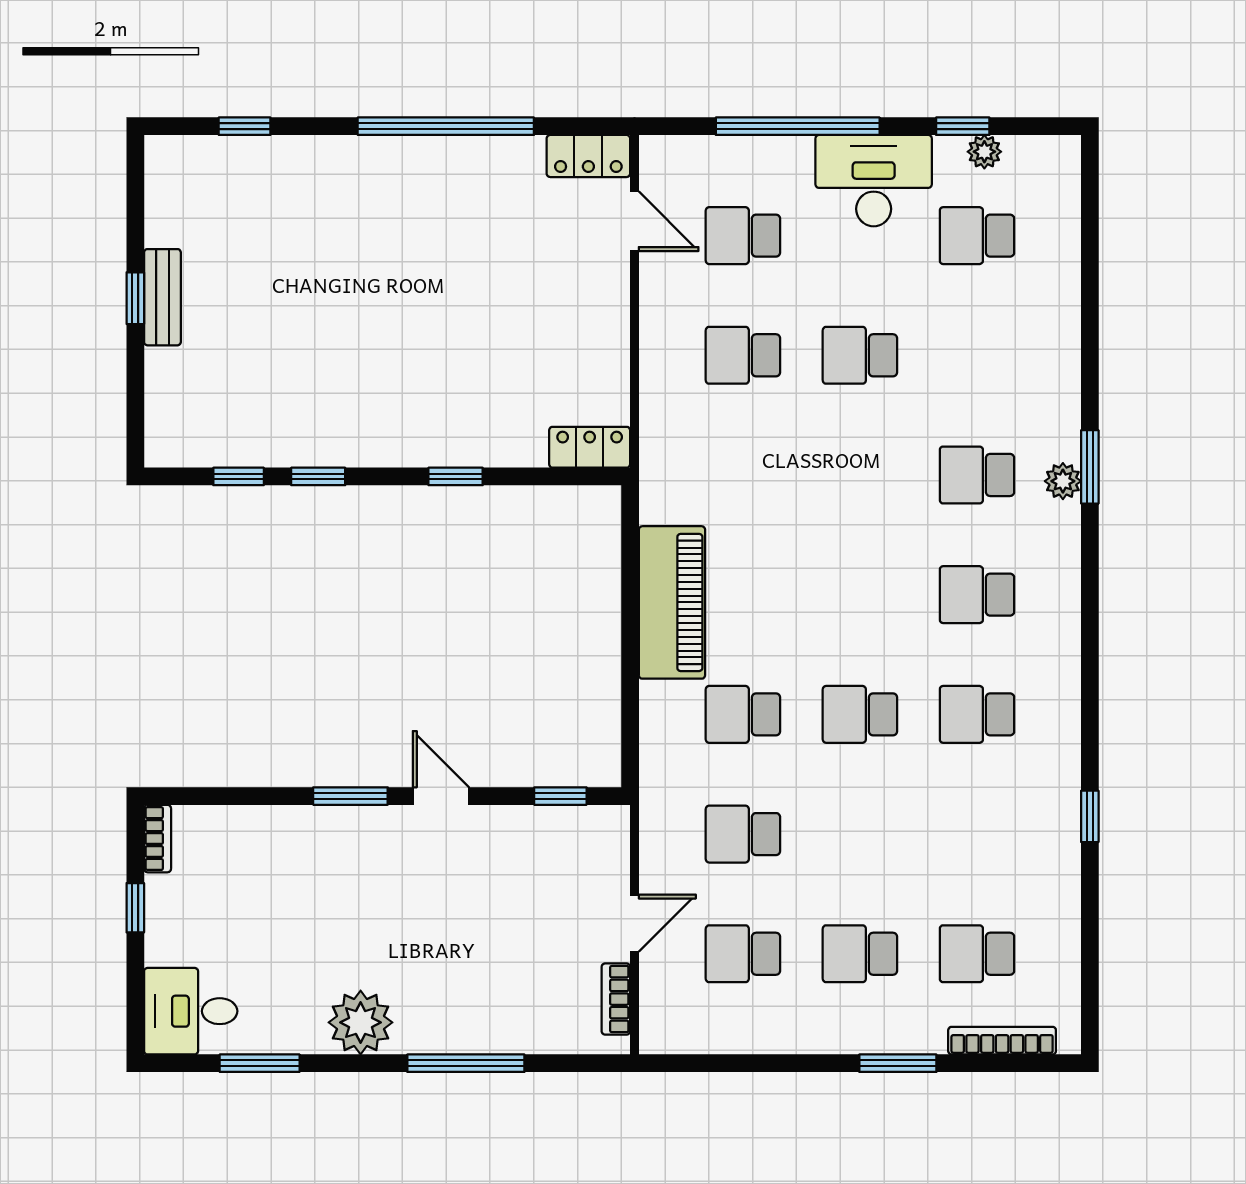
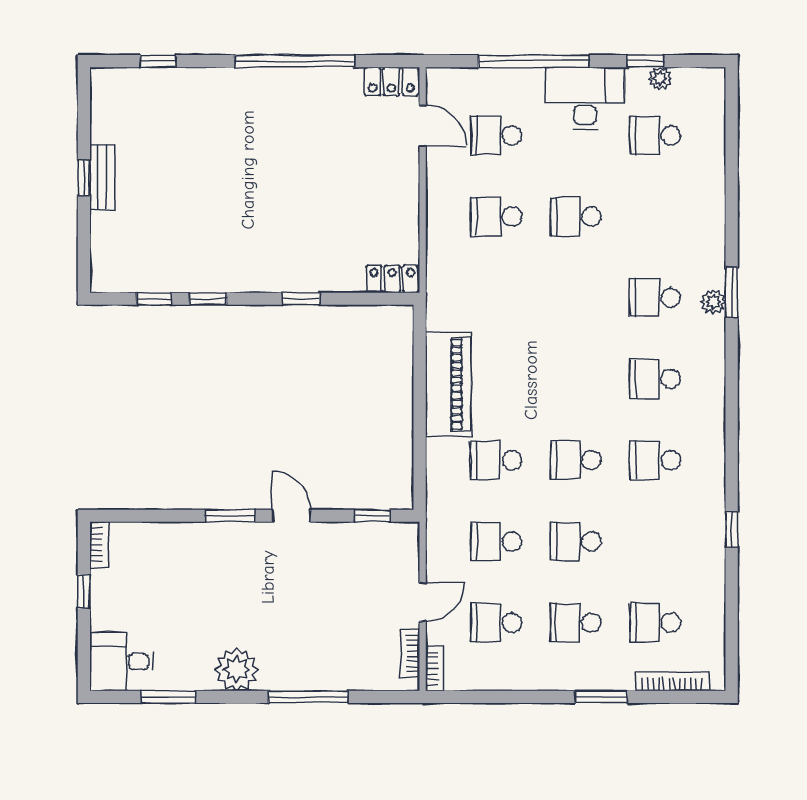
school desk: (860, 834) -> (576, 541), added
bookcase: (652, 1021) -> (435, 668), added

